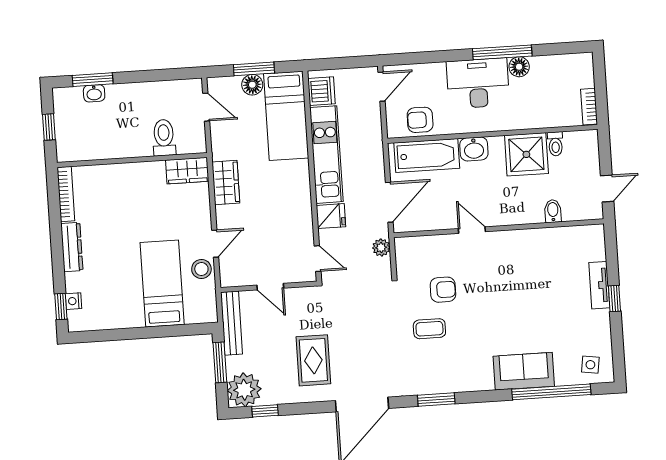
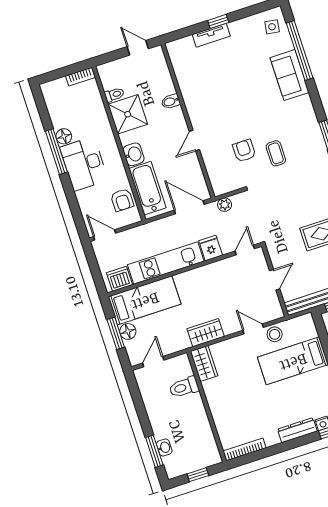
bidet: (553, 211) -> (171, 101), moved
dresser: (72, 247) -> (297, 430), moved

